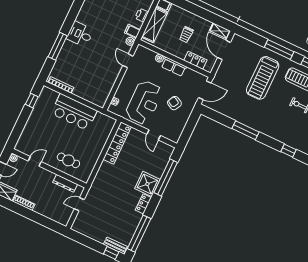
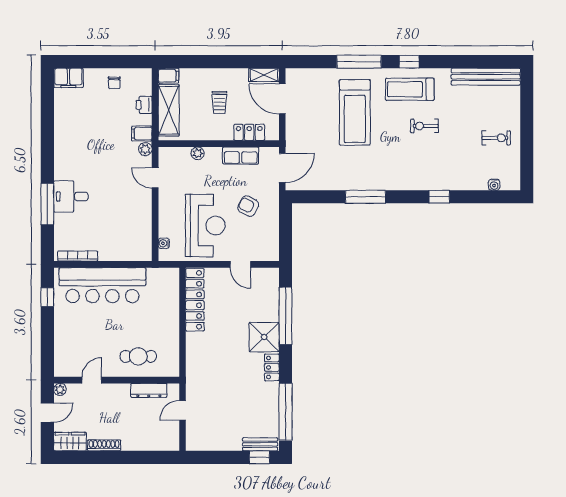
desk: (80, 34) -> (71, 196), moved
row of seats: (174, 67) -> (241, 156), moved
bar counter: (74, 112) -> (102, 285), width x1.36

